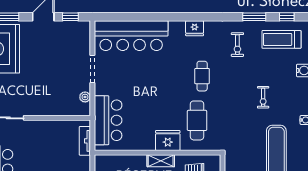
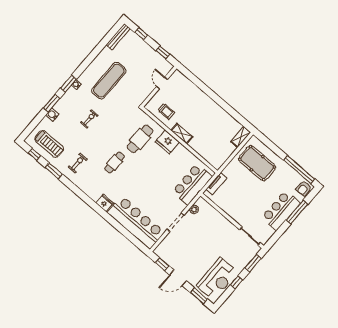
fridge: (195, 28) -> (105, 203), moved

